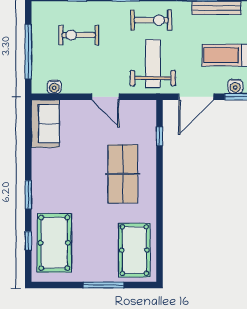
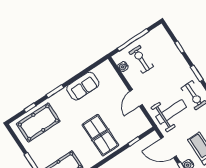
exercise bike: (79, 35) -> (141, 59), moved
sofa: (45, 124) -> (83, 86), moved
table tennis table: (123, 174) -> (100, 135), turned 90

